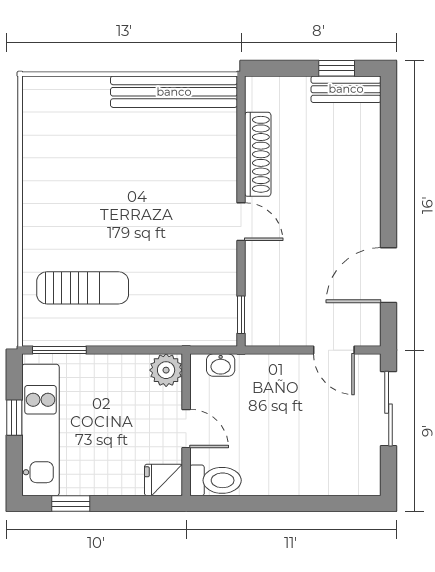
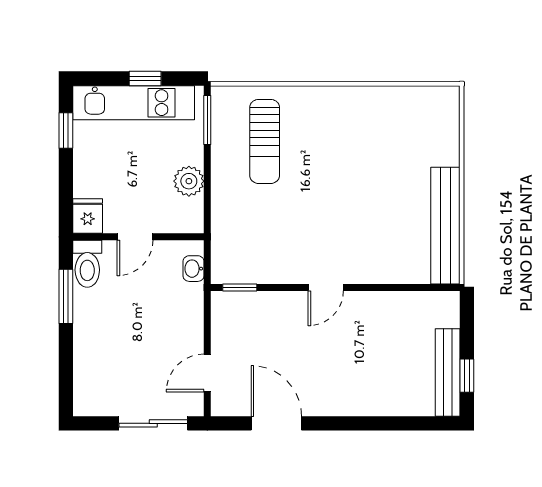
bench: (346, 89) -> (448, 372), width x1.36
shoe rack: (258, 154) -> (388, 303), removed
plant: (166, 370) -> (189, 181), moved
window: (251, 504) -> (66, 296), added

